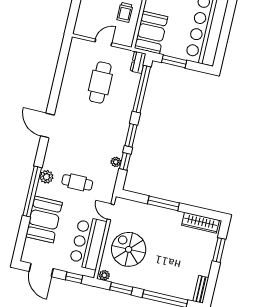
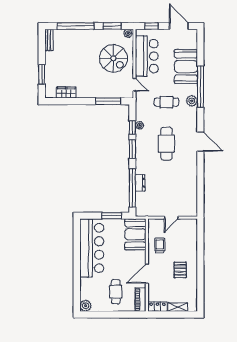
dresser: (138, 62) -> (140, 183), moved
cafe table: (100, 83) -> (166, 144), moved
window: (163, 203) -> (108, 101), moved
wardrobe: (200, 223) -> (66, 93), width x0.67

